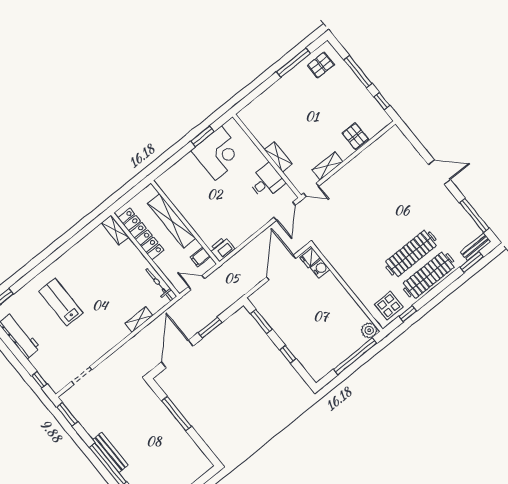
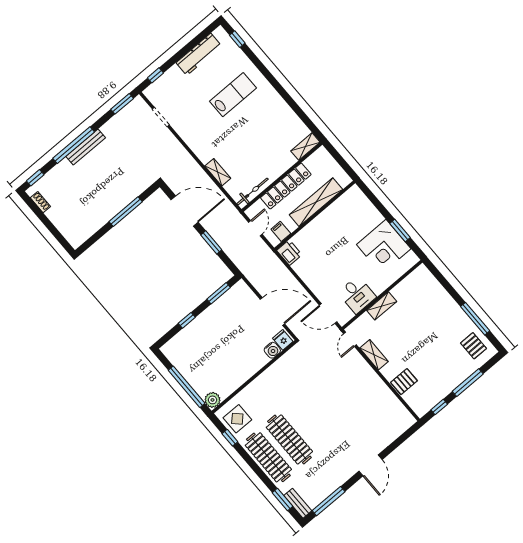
locker: (141, 234) -> (286, 186), moved

